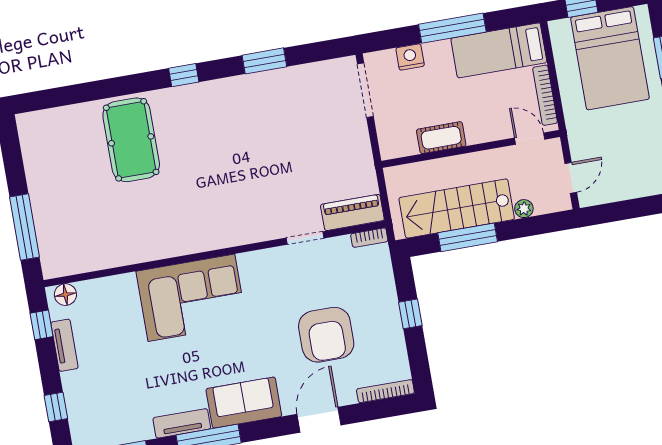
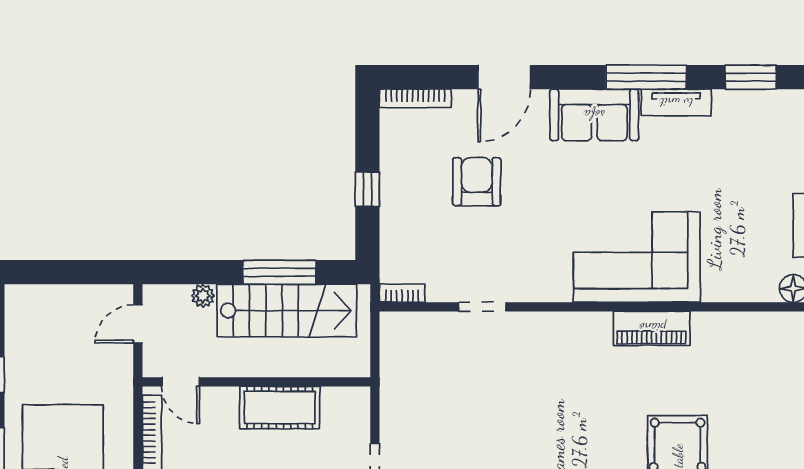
cot: (441, 138) -> (280, 408), width x1.37, depth x1.34
piano: (352, 212) -> (652, 328), moved
armchair: (326, 335) -> (477, 182), width x0.73, depth x0.73

